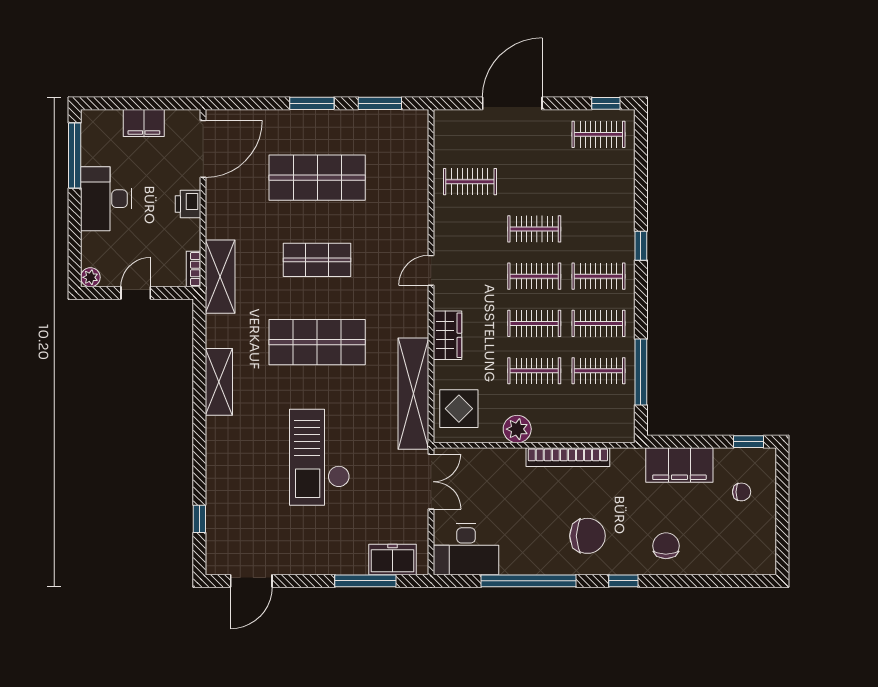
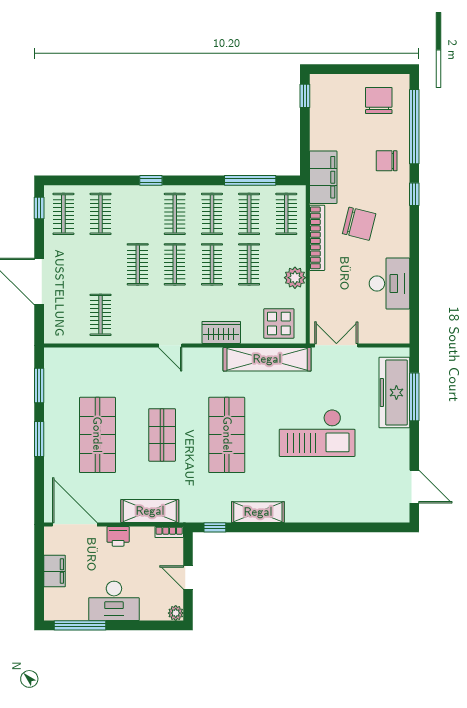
clothes rail: (598, 182) -> (101, 214), added
shelving: (220, 277) -> (150, 511), moved
clothes rail: (598, 418) -> (286, 214), added
filing cabinet: (679, 465) -> (323, 177), moved
chair: (742, 492) -> (379, 100), moved, width x1.87, depth x1.87
window: (199, 519) -> (215, 527), moved
chair: (588, 536) -> (359, 224), moved, turned 104
desk: (466, 549) -> (389, 284), moved
freezer: (392, 560) -> (394, 393), width x1.91, depth x1.26
window: (528, 581) -> (414, 127), moved

